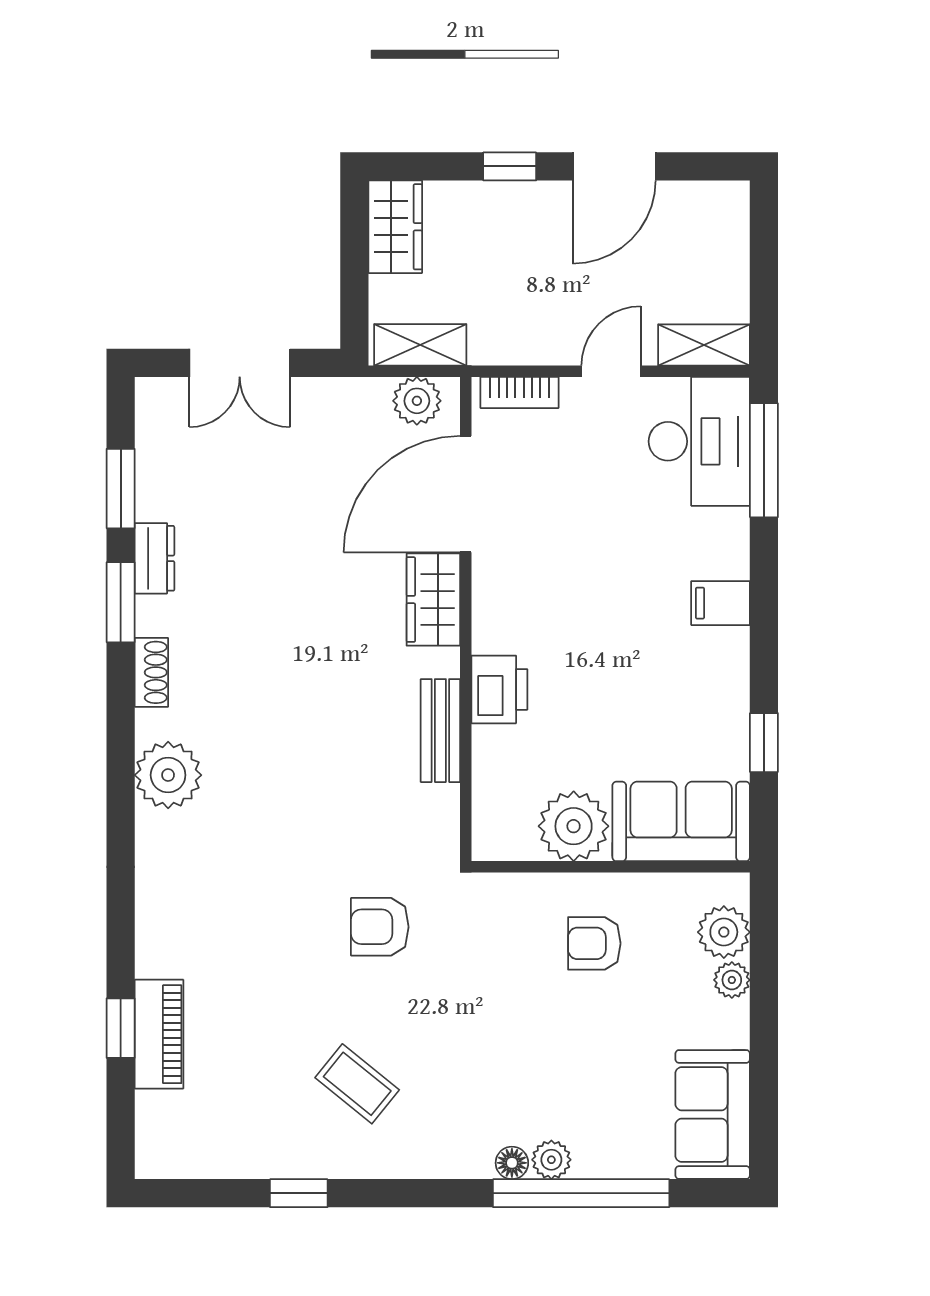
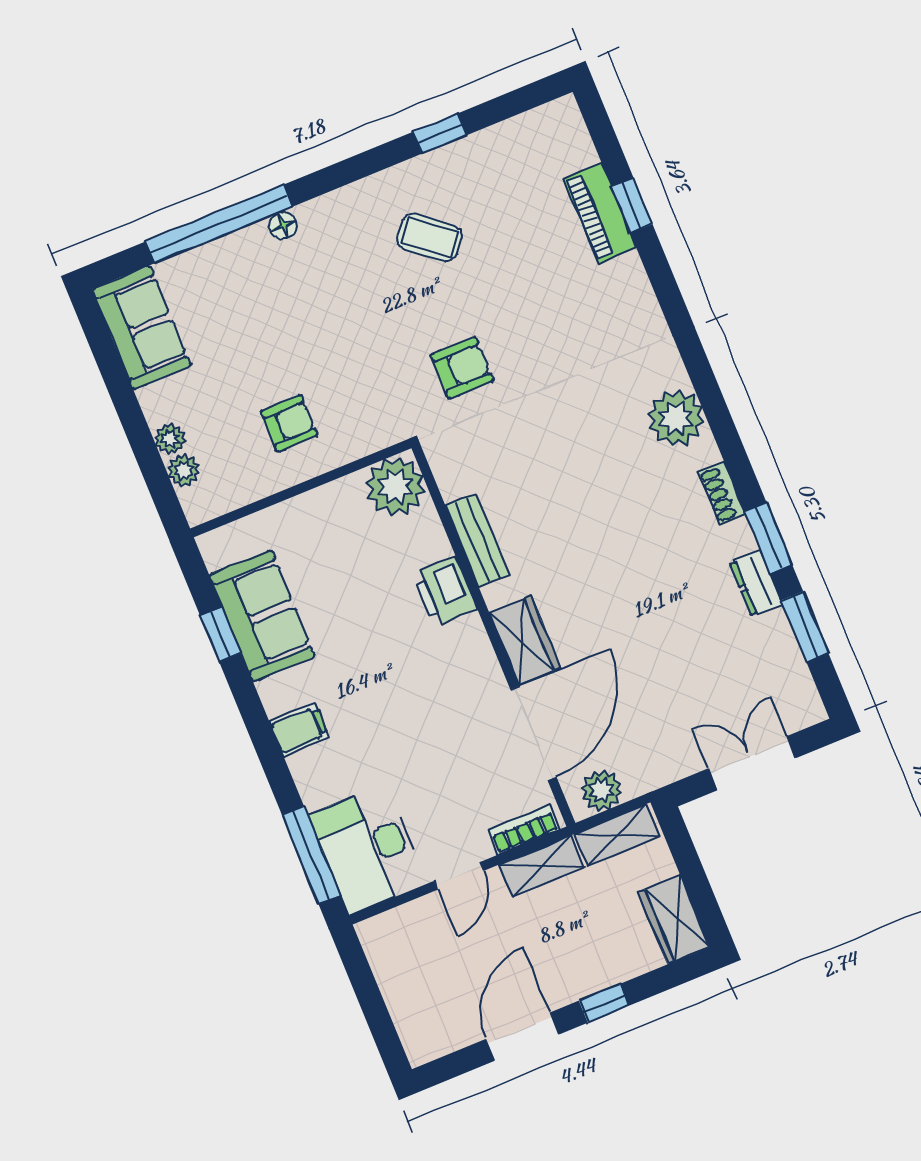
shelving: (704, 345) -> (542, 866), moved
sofa: (681, 821) -> (262, 616), moved, turned -90
plant: (574, 826) -> (395, 487), moved
plant: (724, 932) -> (184, 470), width x0.73, depth x0.73
plant: (551, 1160) -> (253, 241), removed

